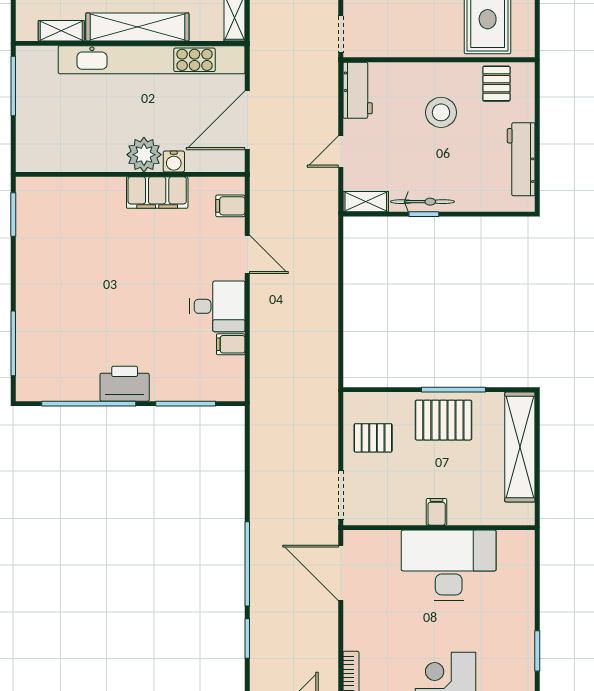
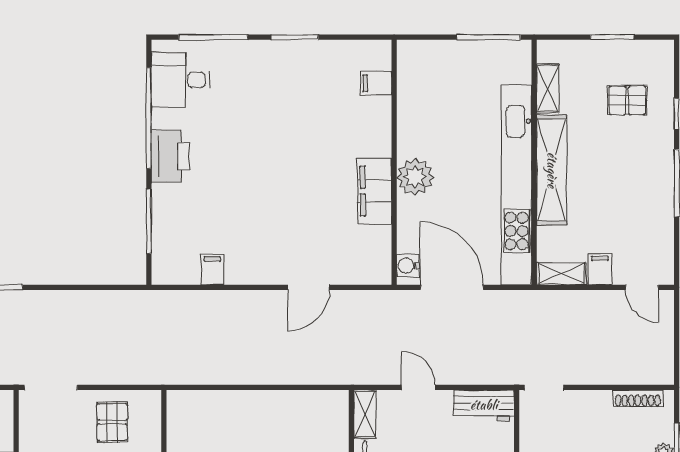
water cooler: (174, 161) -> (408, 266), moved
filing cabinet: (230, 206) -> (376, 83), moved, turned -90
window: (13, 215) -> (295, 37), moved
desk: (217, 306) -> (181, 80), moved, turned 90

